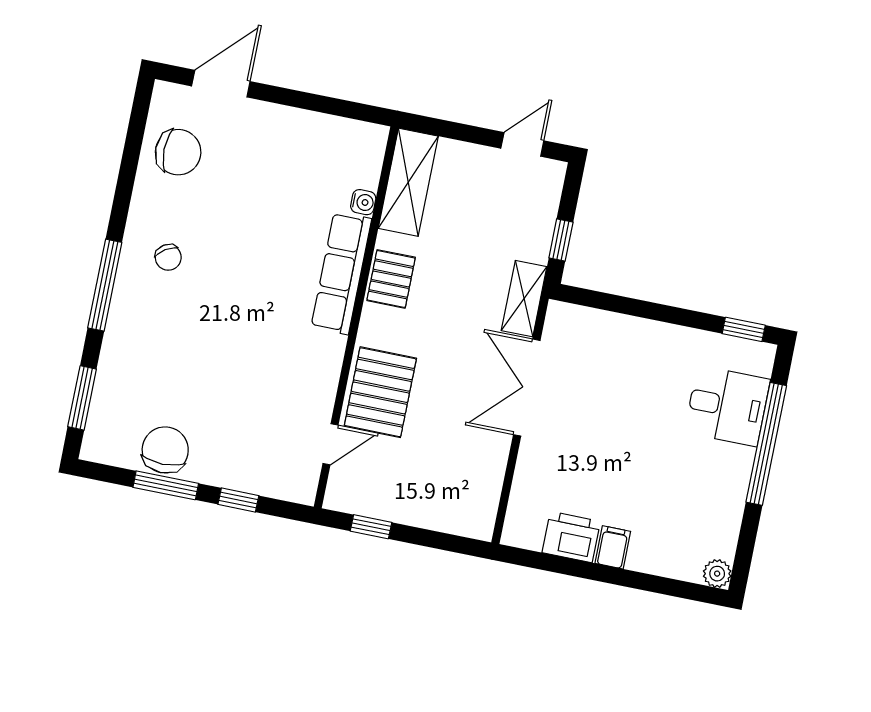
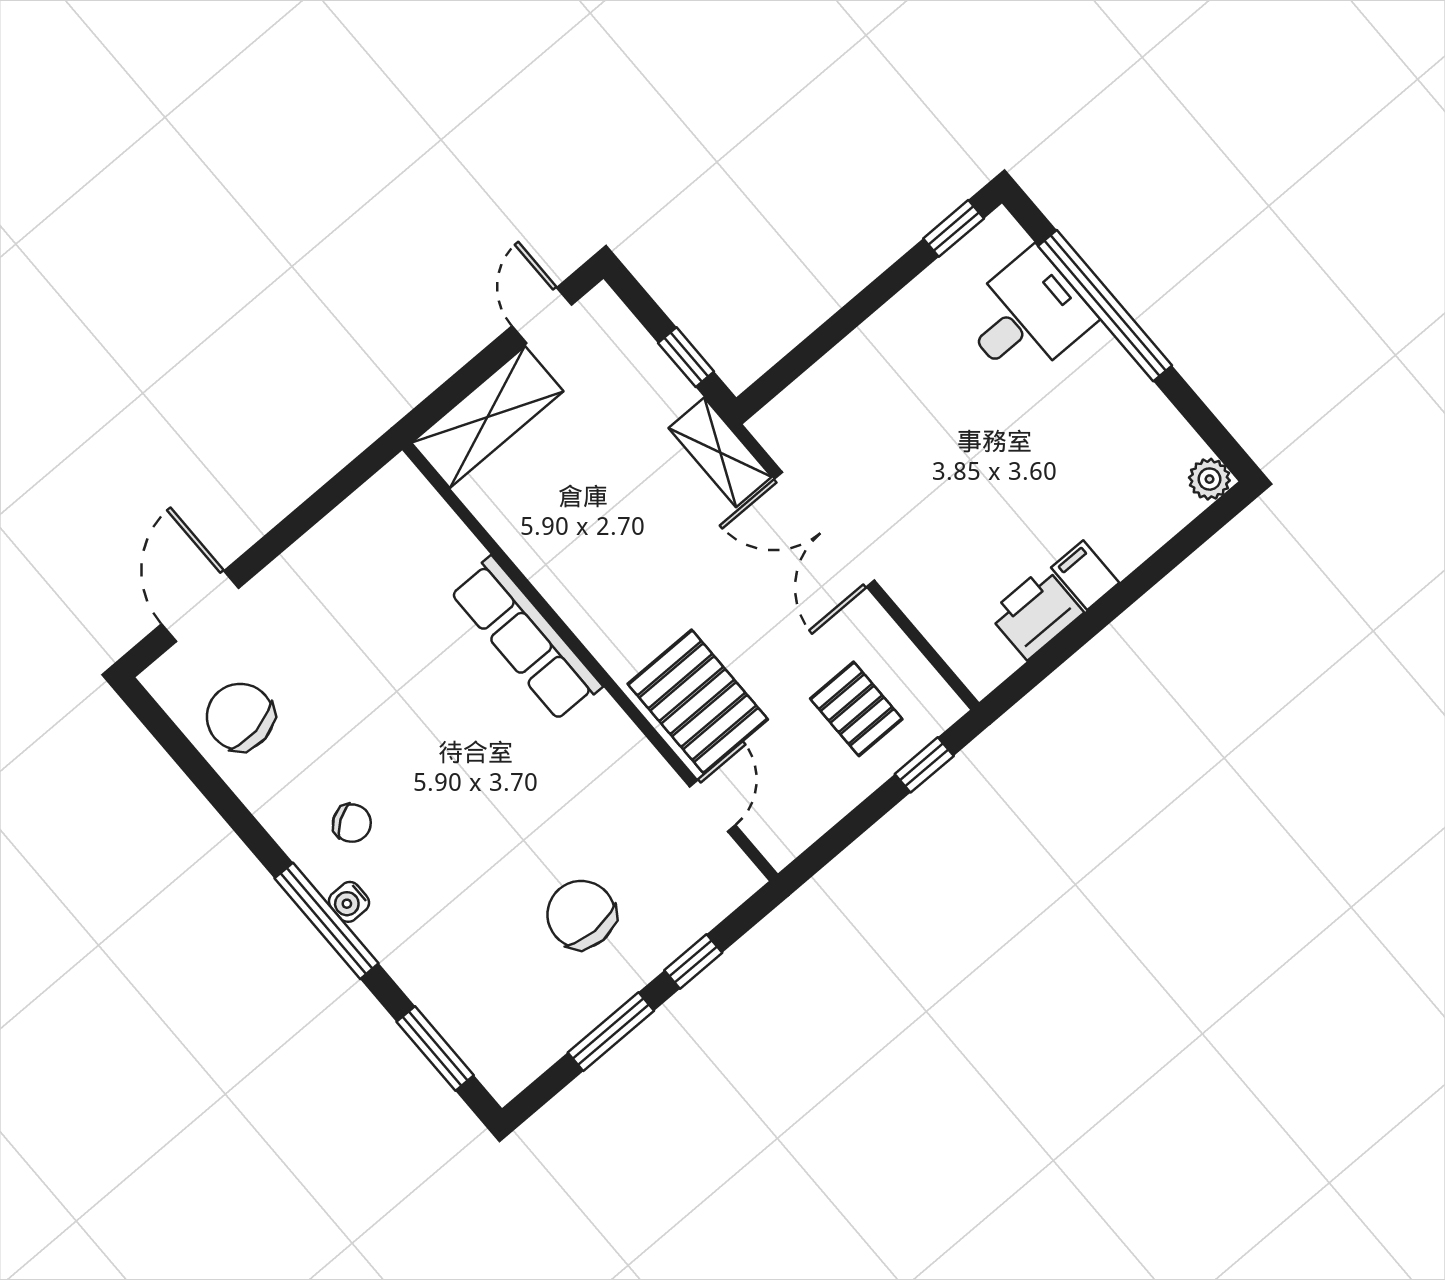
chair: (178, 152) -> (240, 717), turned -99
shelving: (408, 182) -> (487, 417), moved, turned 90
water cooler: (363, 202) -> (349, 902), moved, turned 180
pallet: (391, 279) -> (856, 709), moved
chair: (165, 450) -> (581, 914), moved
window: (371, 527) -> (924, 765), moved

